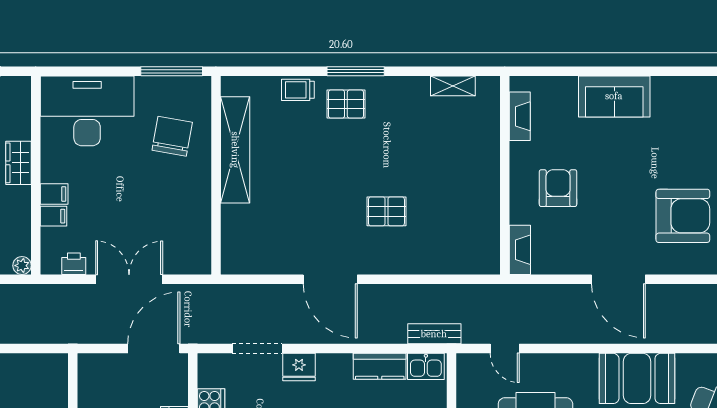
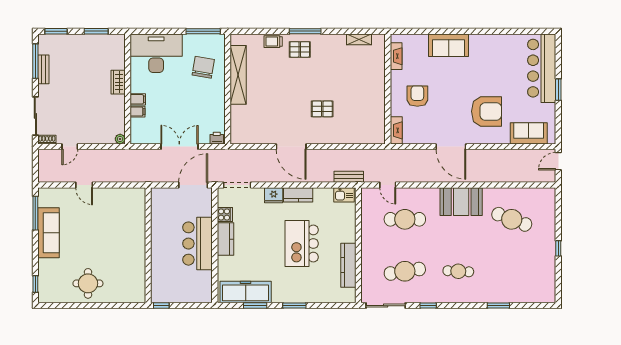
printer: (74, 264) -> (217, 138), moved
doorway: (257, 349) -> (237, 185), moved
kitchen counter: (380, 366) -> (298, 195), moved

